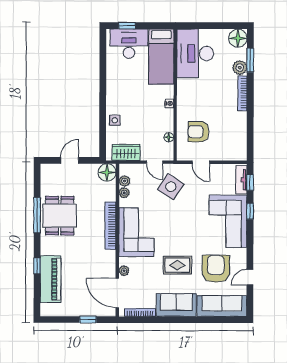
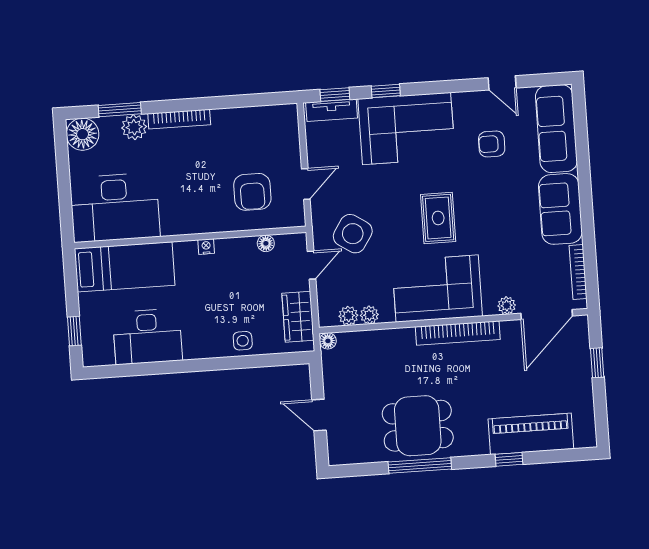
desk: (129, 44) -> (147, 337), moved, turned -90
floor lamp: (107, 172) -> (328, 341), width x0.53, depth x0.53
bookcase: (110, 226) -> (458, 333), moved
rug: (177, 265) -> (438, 218), moved
armchair: (216, 269) -> (492, 144), width x0.53, depth x0.53

